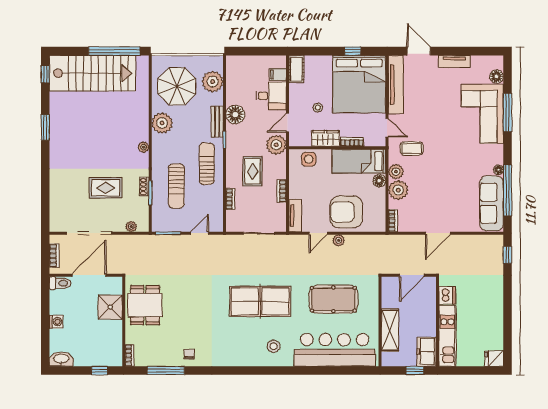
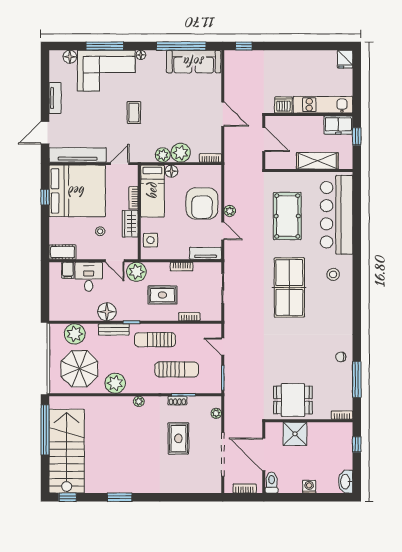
coffee table: (412, 148) -> (134, 113), moved
floor lamp: (498, 170) -> (141, 55), moved

